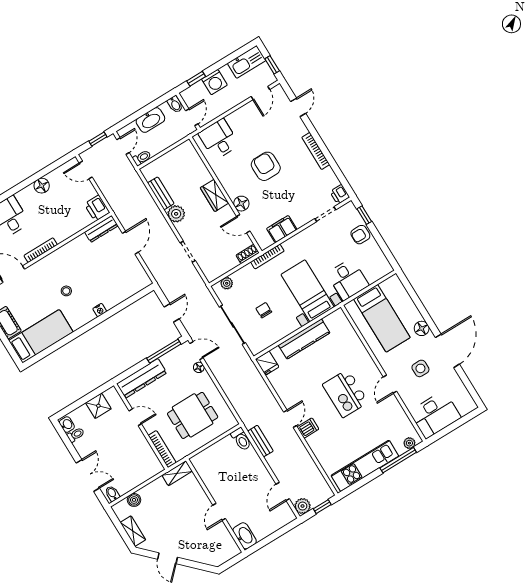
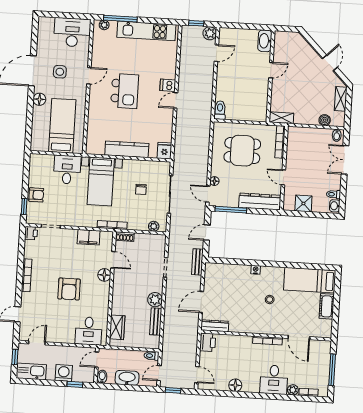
wardrobe: (215, 195) -> (117, 327), moved
bench: (260, 441) -> (197, 262), moved

